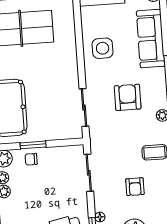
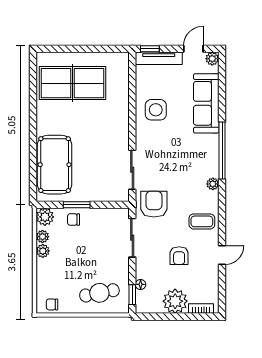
armchair: (128, 97) -> (154, 204), moved

